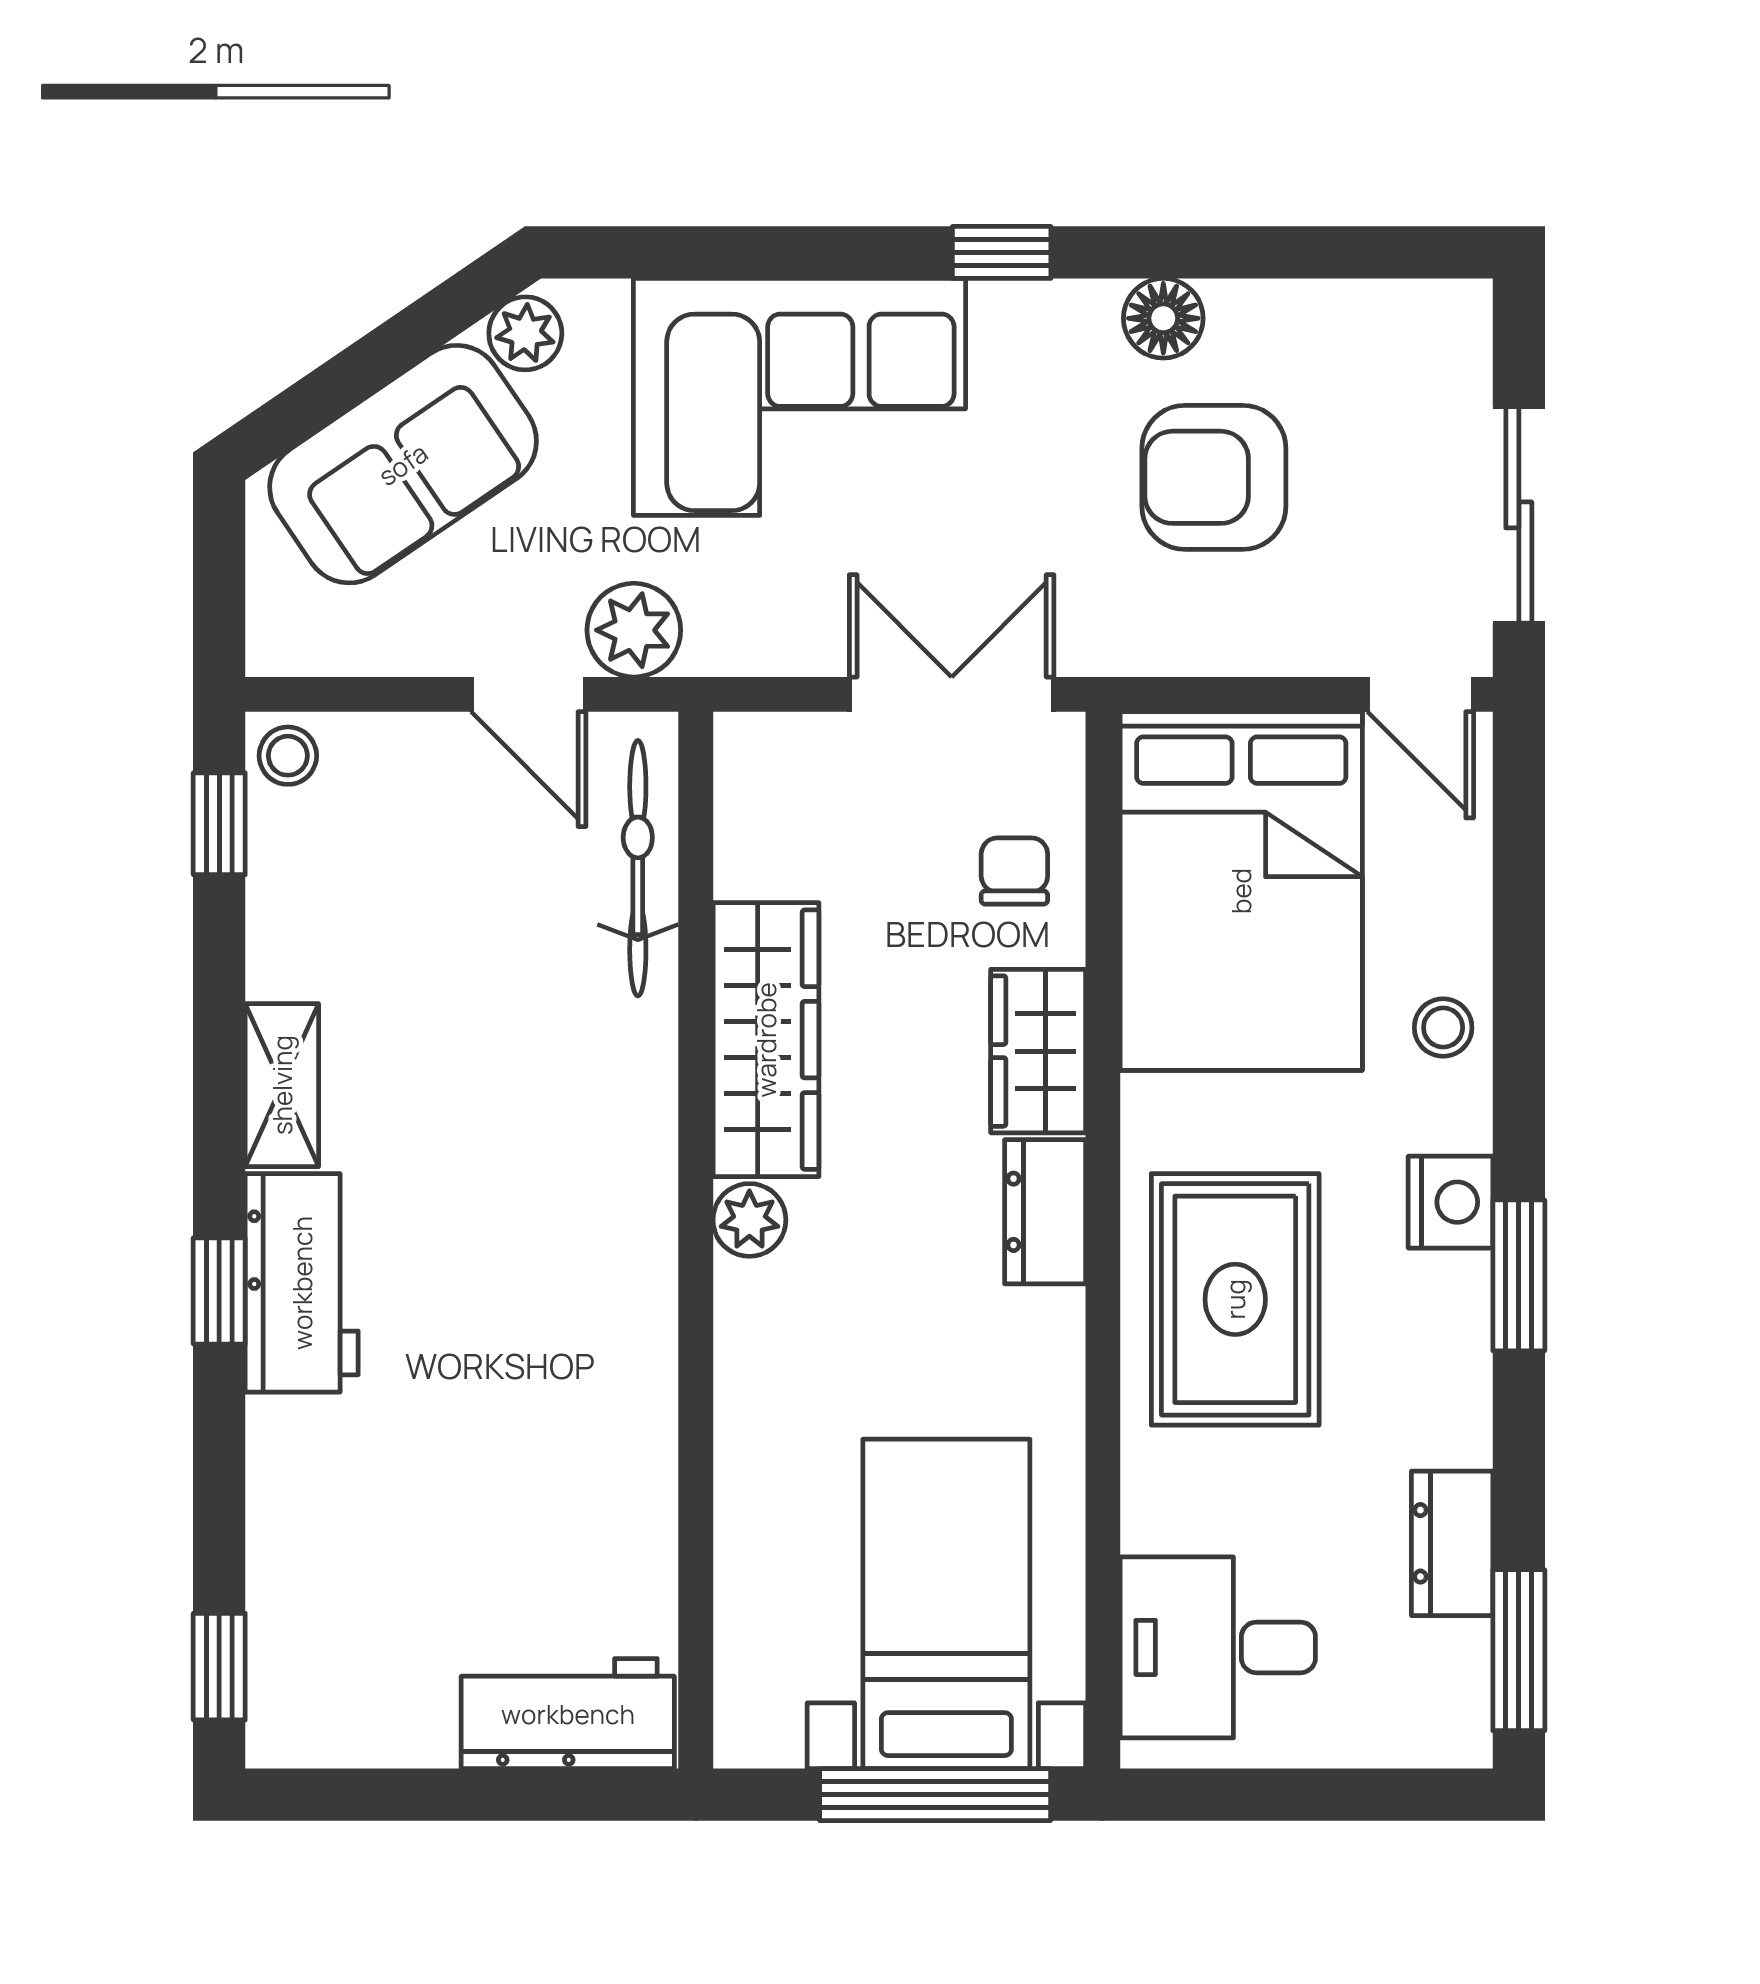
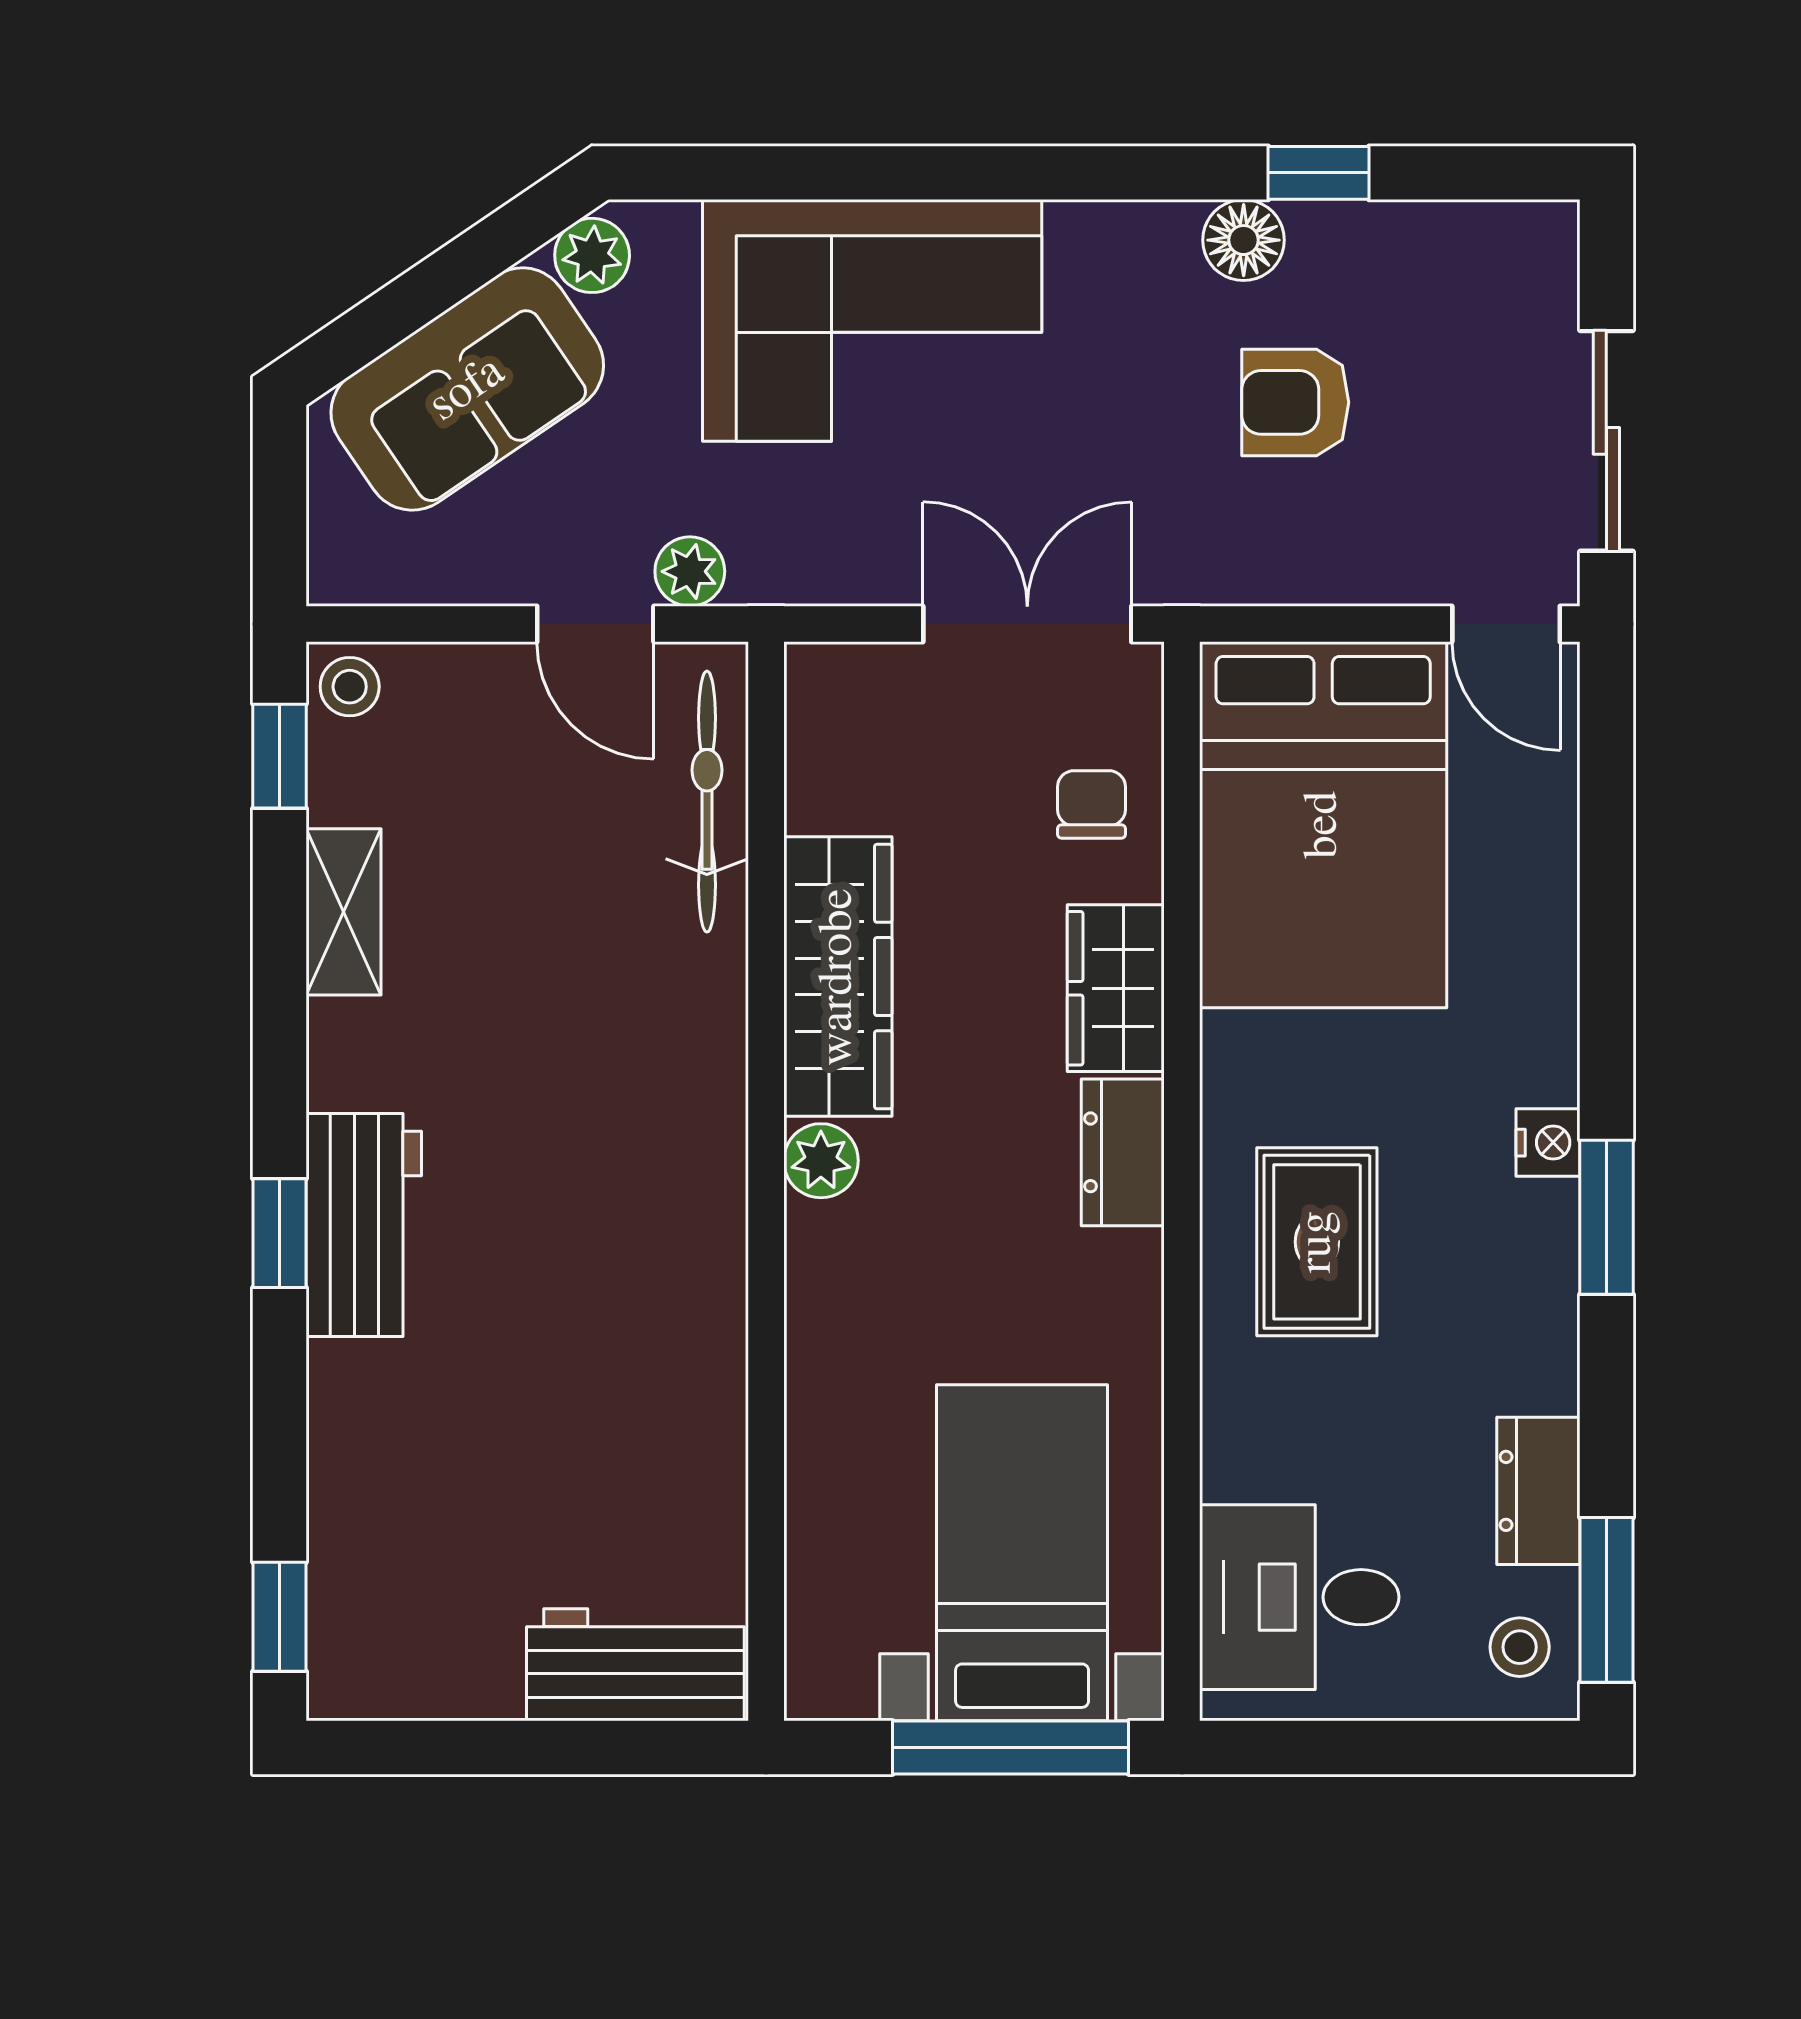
window: (1002, 252) -> (1319, 173), moved
armchair: (1214, 477) -> (1295, 402), width x0.72, depth x0.72
plant: (634, 630) -> (690, 571), width x0.73, depth x0.73
stool: (1443, 1028) -> (1520, 1647), moved
shelving: (282, 1085) -> (344, 912), moved
nightstand: (1451, 1202) -> (1548, 1143), width x0.72, depth x0.74
rug: (1235, 1299) -> (1317, 1242), width x0.73, depth x0.70

